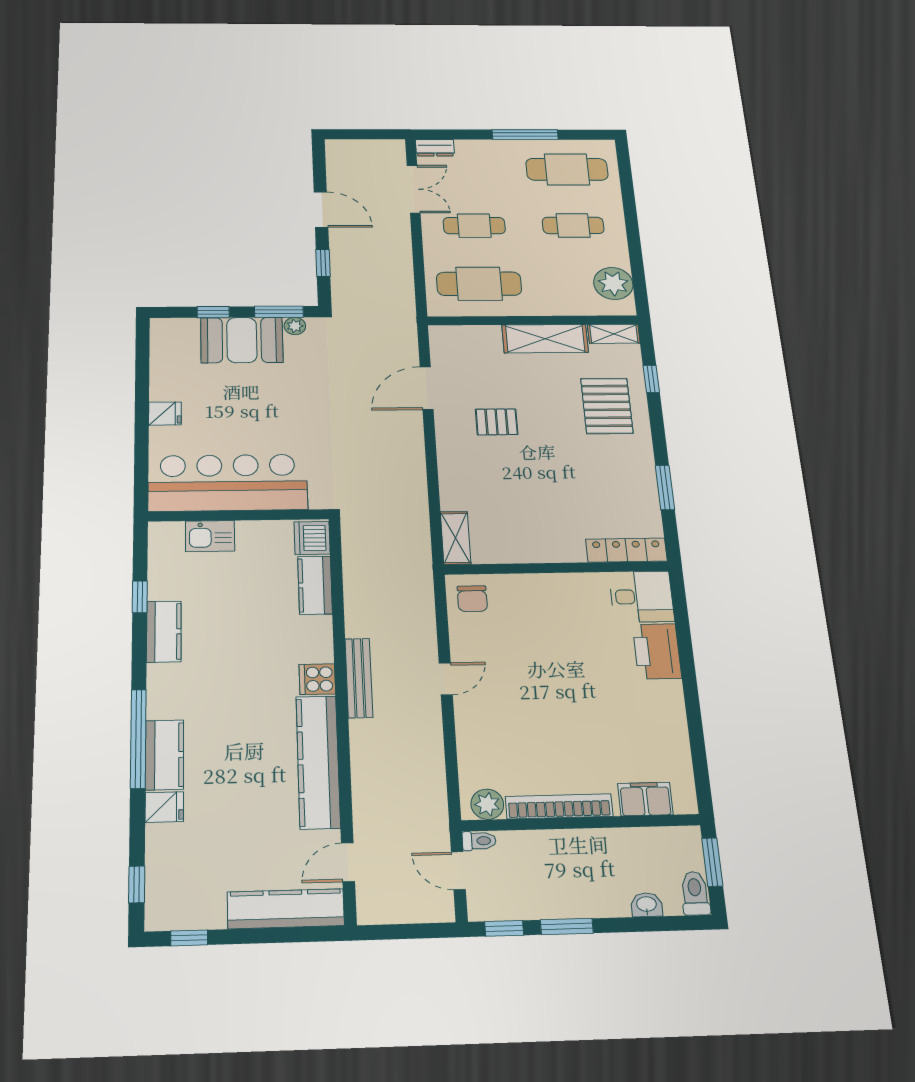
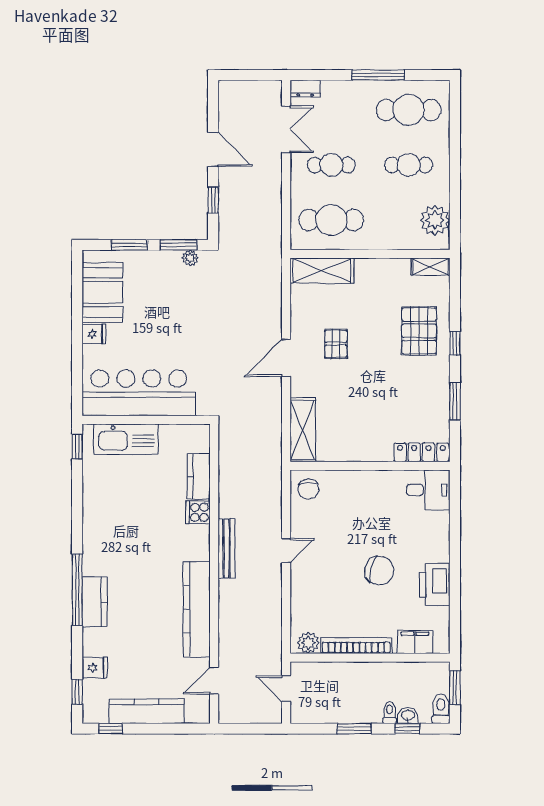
window: (213, 312) -> (129, 245), width x1.50
shelving: (545, 339) -> (322, 271), moved
booth: (242, 340) -> (102, 292), moved, turned 90
window: (651, 379) -> (455, 343), moved
door: (427, 388) -> (286, 358), moved
pallet: (497, 422) -> (336, 344), turned 90
kitchen sink: (210, 536) -> (126, 439), width x1.88, depth x1.24
dishwasher: (312, 538) -> (198, 439), removed
shelving: (456, 538) -> (303, 430), width x1.50, depth x1.33
window: (140, 597) -> (77, 447), moved
kitchen counter: (164, 632) -> (94, 510), removed
printer: (657, 651) -> (435, 584), moved
cooker: (317, 679) -> (198, 512), moved
chair: (583, 703) -> (379, 571), added
fridge: (164, 807) -> (95, 668), moved
toilet: (479, 841) -> (390, 713), moved, turned -90
kitchen counter: (286, 909) -> (147, 711), moved
window: (504, 928) -> (407, 729), moved

